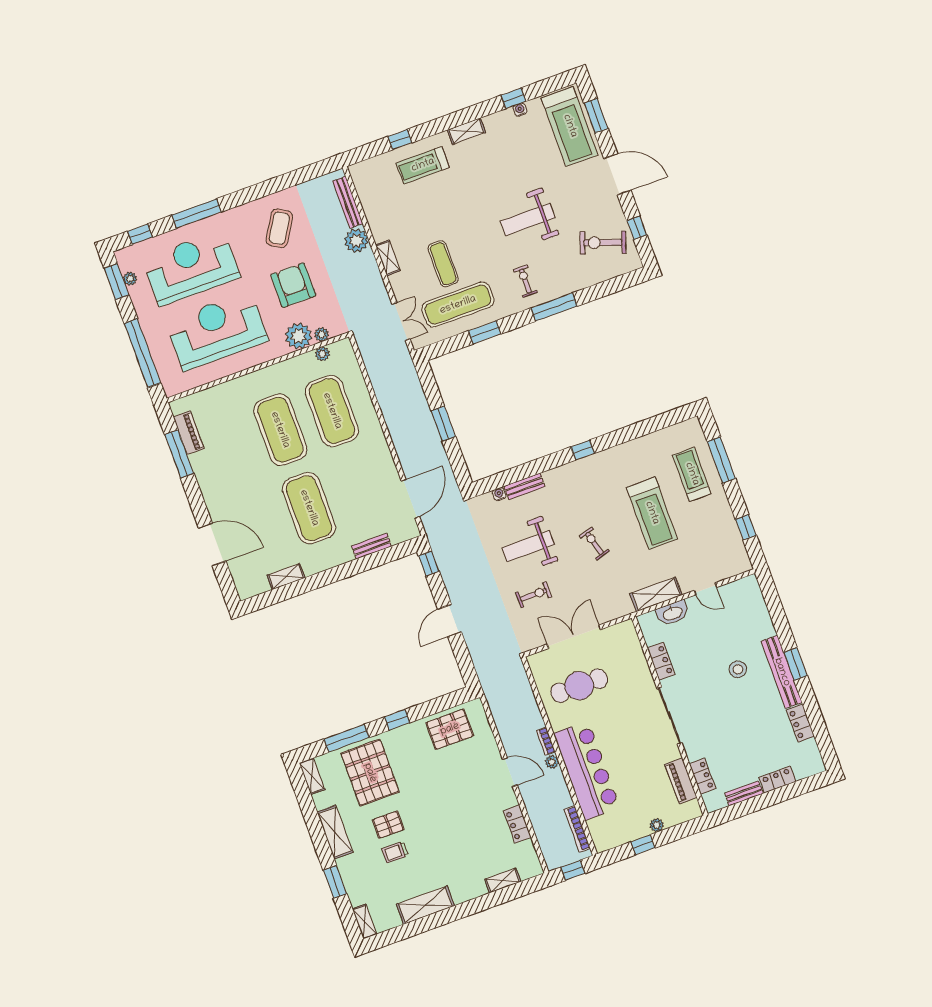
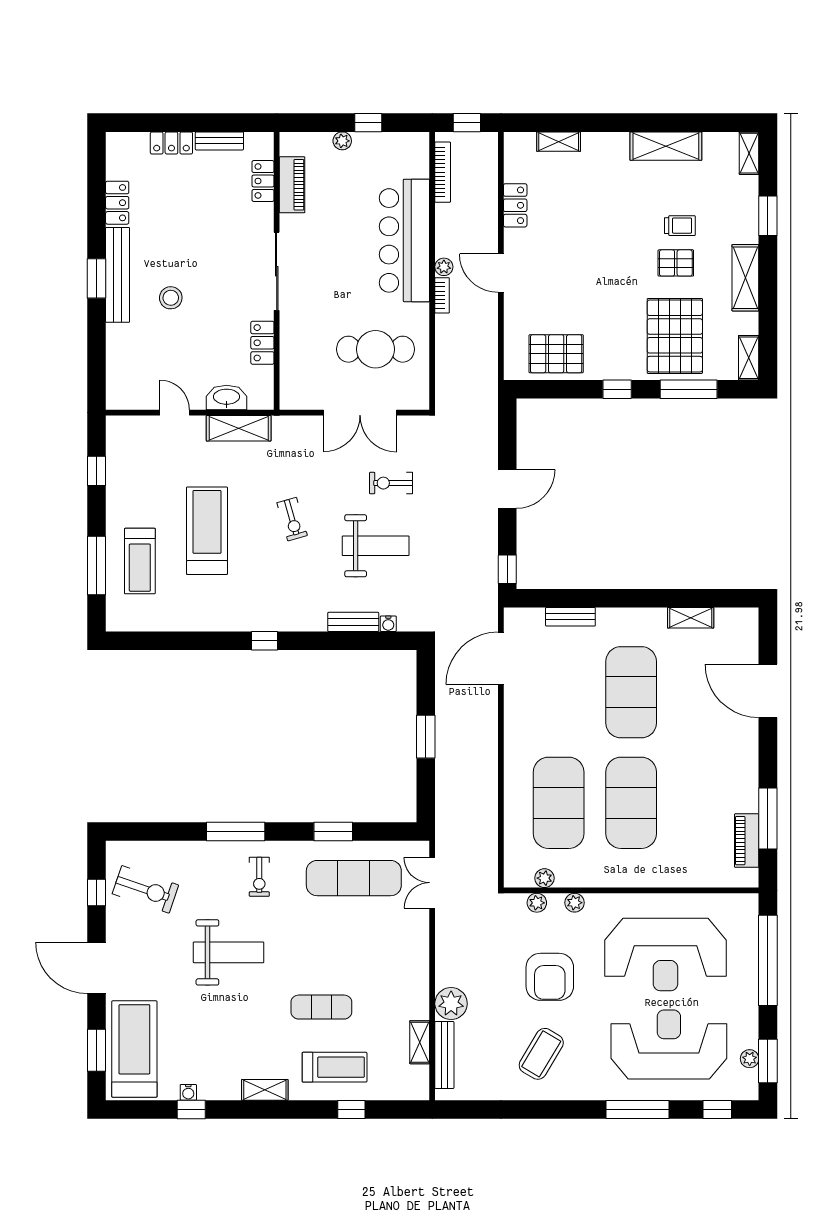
shelving: (388, 258) -> (420, 1042), moved
exercise mat: (443, 264) -> (321, 1007), moved, turned 90
reception desk: (191, 268) -> (669, 1044), turned 180
plant: (299, 336) -> (575, 903), width x0.53, depth x0.53

